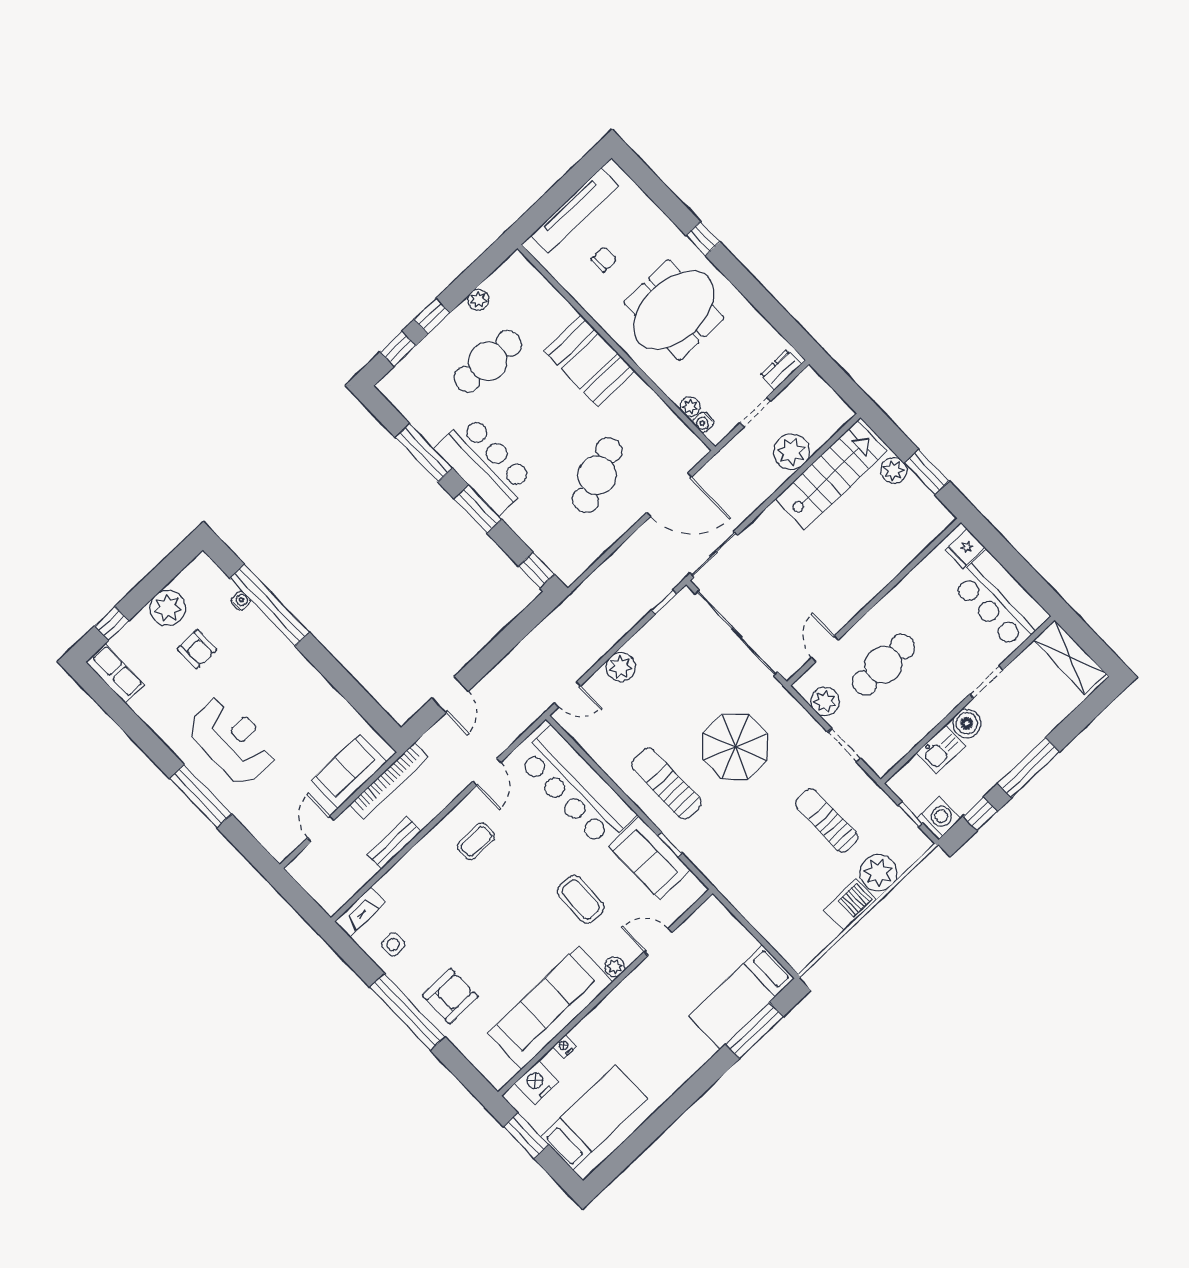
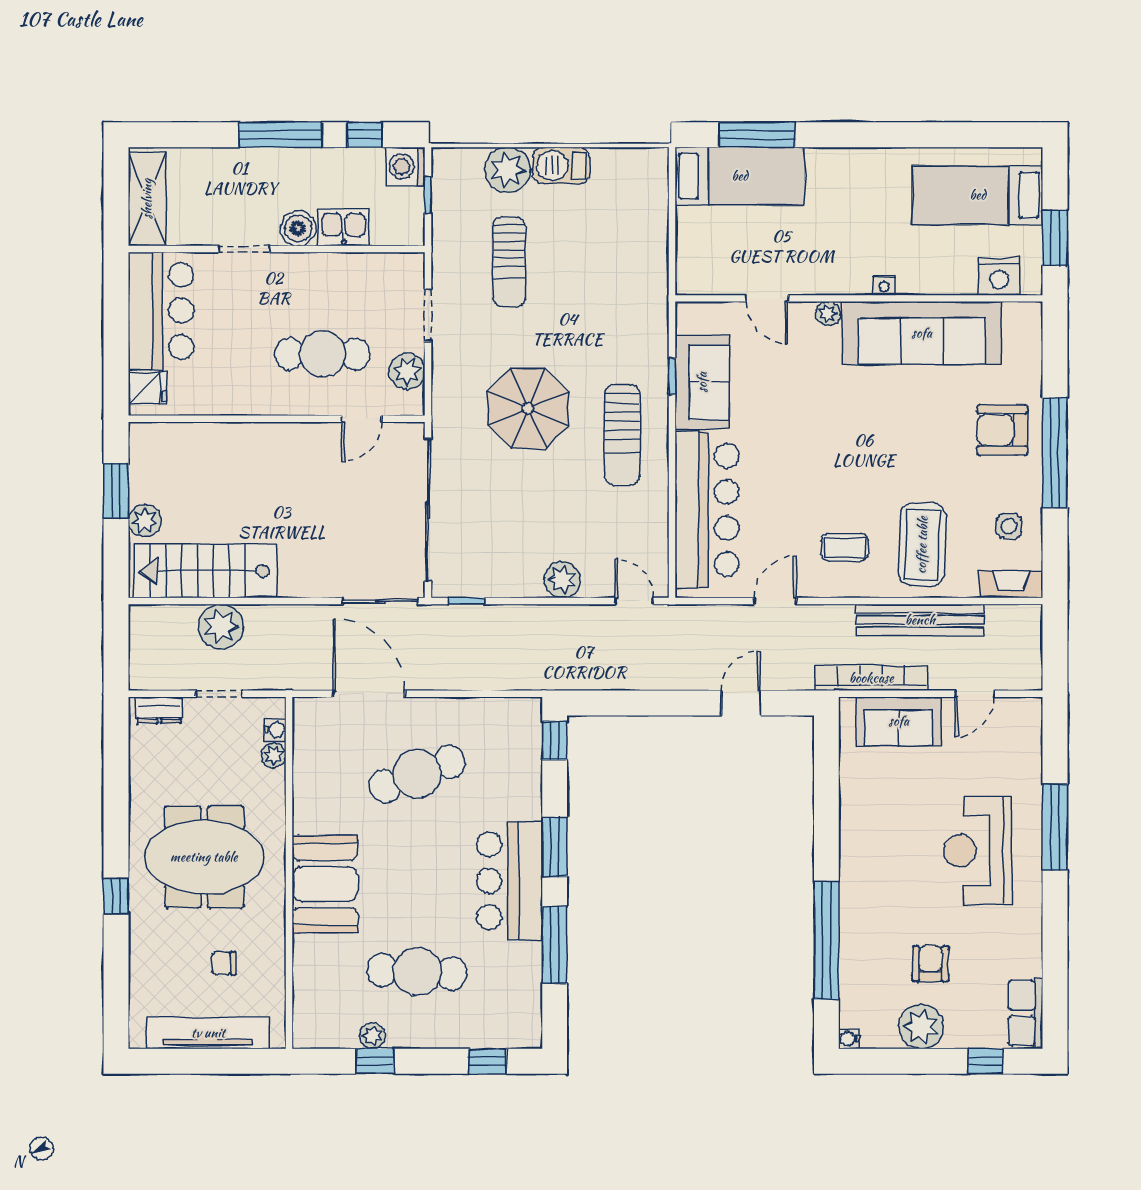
window: (432, 316) -> (375, 1061), moved
water cooler: (241, 601) -> (849, 1039), moved
bench: (394, 843) -> (920, 620), width x1.86, depth x1.21
coffee table: (581, 899) -> (922, 545), moved, width x1.36, depth x1.32
nightstand: (565, 1047) -> (884, 285), moved

